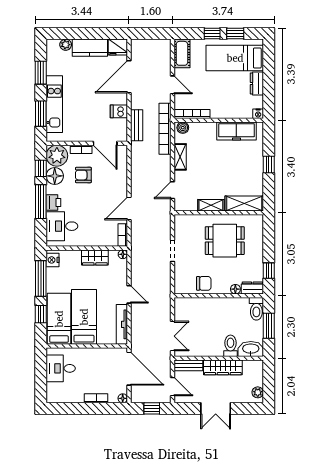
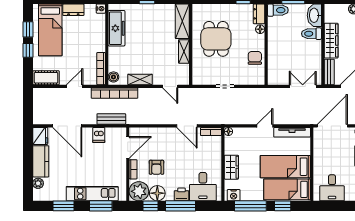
wardrobe: (95, 257) -> (231, 167), moved

